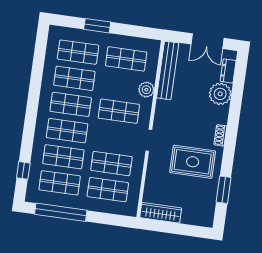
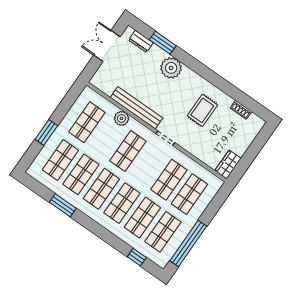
double door: (207, 41) -> (107, 46), swing flipped
bench: (168, 70) -> (136, 108), moved
window: (37, 76) -> (63, 205), added
plant: (220, 94) -> (171, 68), moved
shoe rack: (220, 135) -> (241, 110), moved
rug: (193, 162) -> (202, 110), width x0.73, depth x0.70
window: (224, 190) -> (163, 43), moved
wardrobe: (161, 213) -> (228, 165), width x0.67

